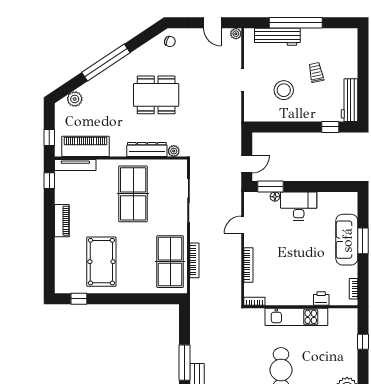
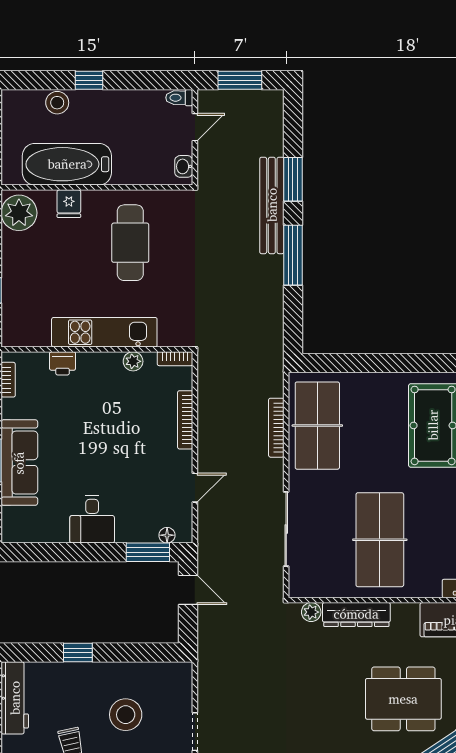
dining table: (156, 95) -> (403, 699), moved
window: (330, 127) -> (78, 653), moved
door: (247, 164) -> (188, 590), swing flipped
floor lamp: (275, 197) -> (167, 535), moved
desk: (299, 206) -> (92, 519), width x0.73
plant: (279, 300) -> (133, 361), added

